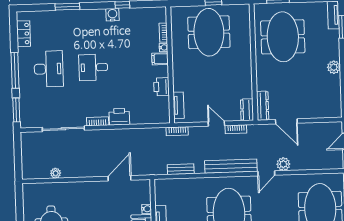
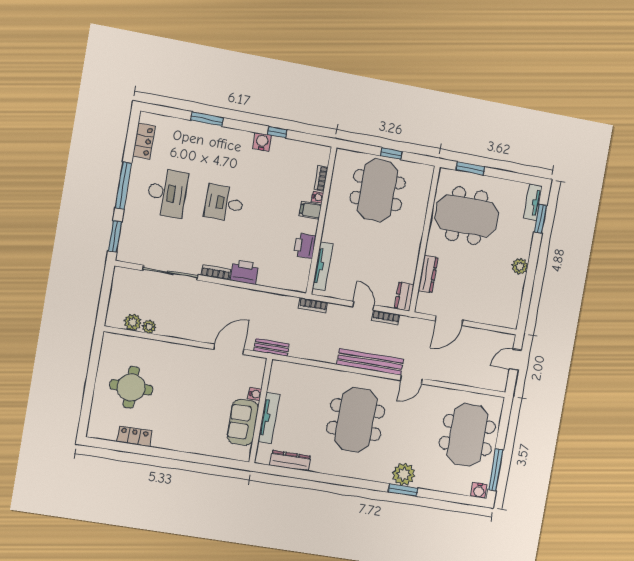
meeting table: (283, 37) -> (467, 216), turned 90
tv unit: (179, 105) -> (322, 266), width x1.41
dresser: (263, 106) -> (428, 274), moved
door: (286, 121) -> (449, 321), hinge flipped
plant: (283, 164) -> (133, 322), moved
bench: (181, 169) -> (272, 347), moved

